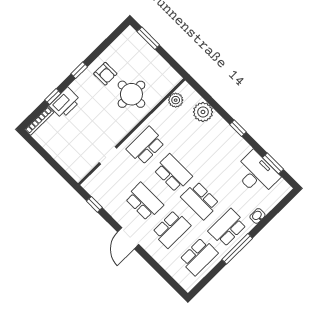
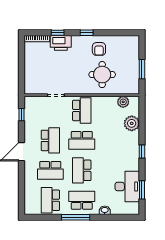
window: (148, 38) -> (142, 69), moved
school desk: (146, 146) -> (82, 110), turned 90
school desk: (173, 173) -> (82, 140), turned 90
school desk: (199, 256) -> (50, 200), turned 90

